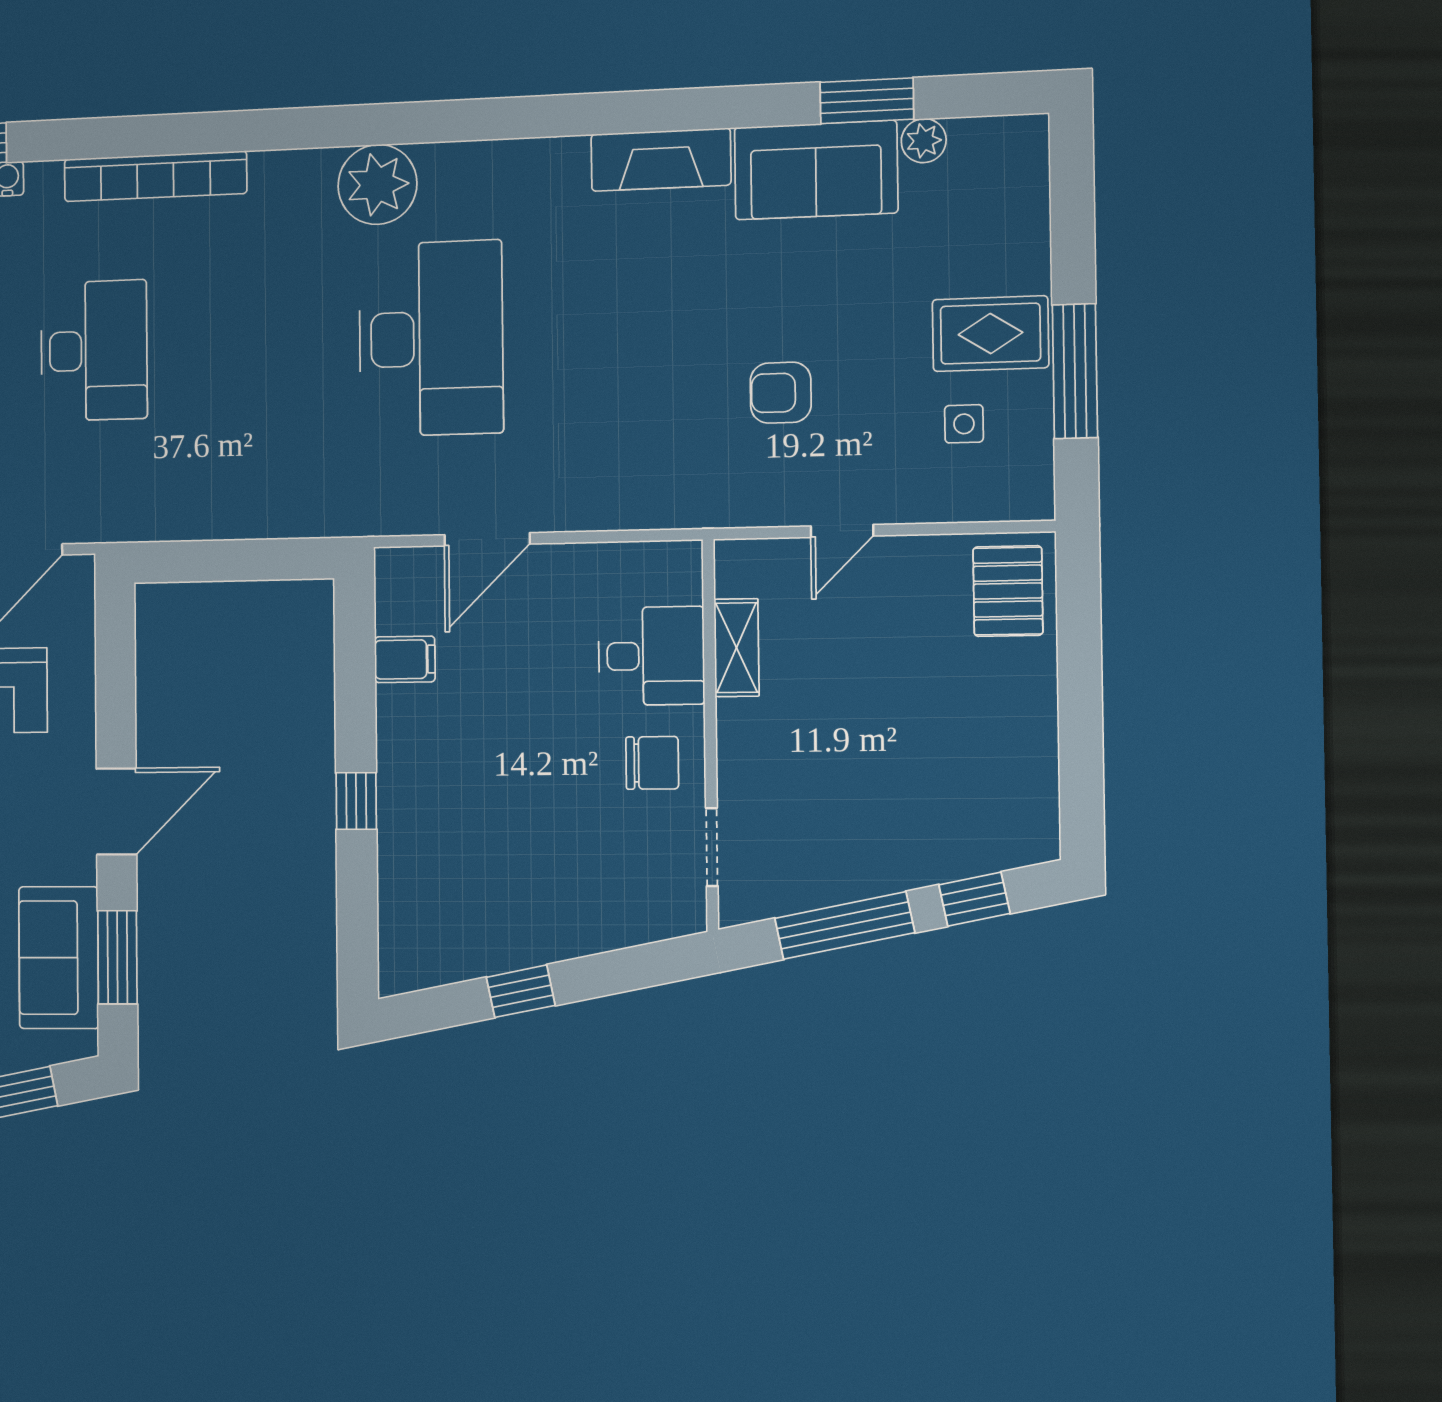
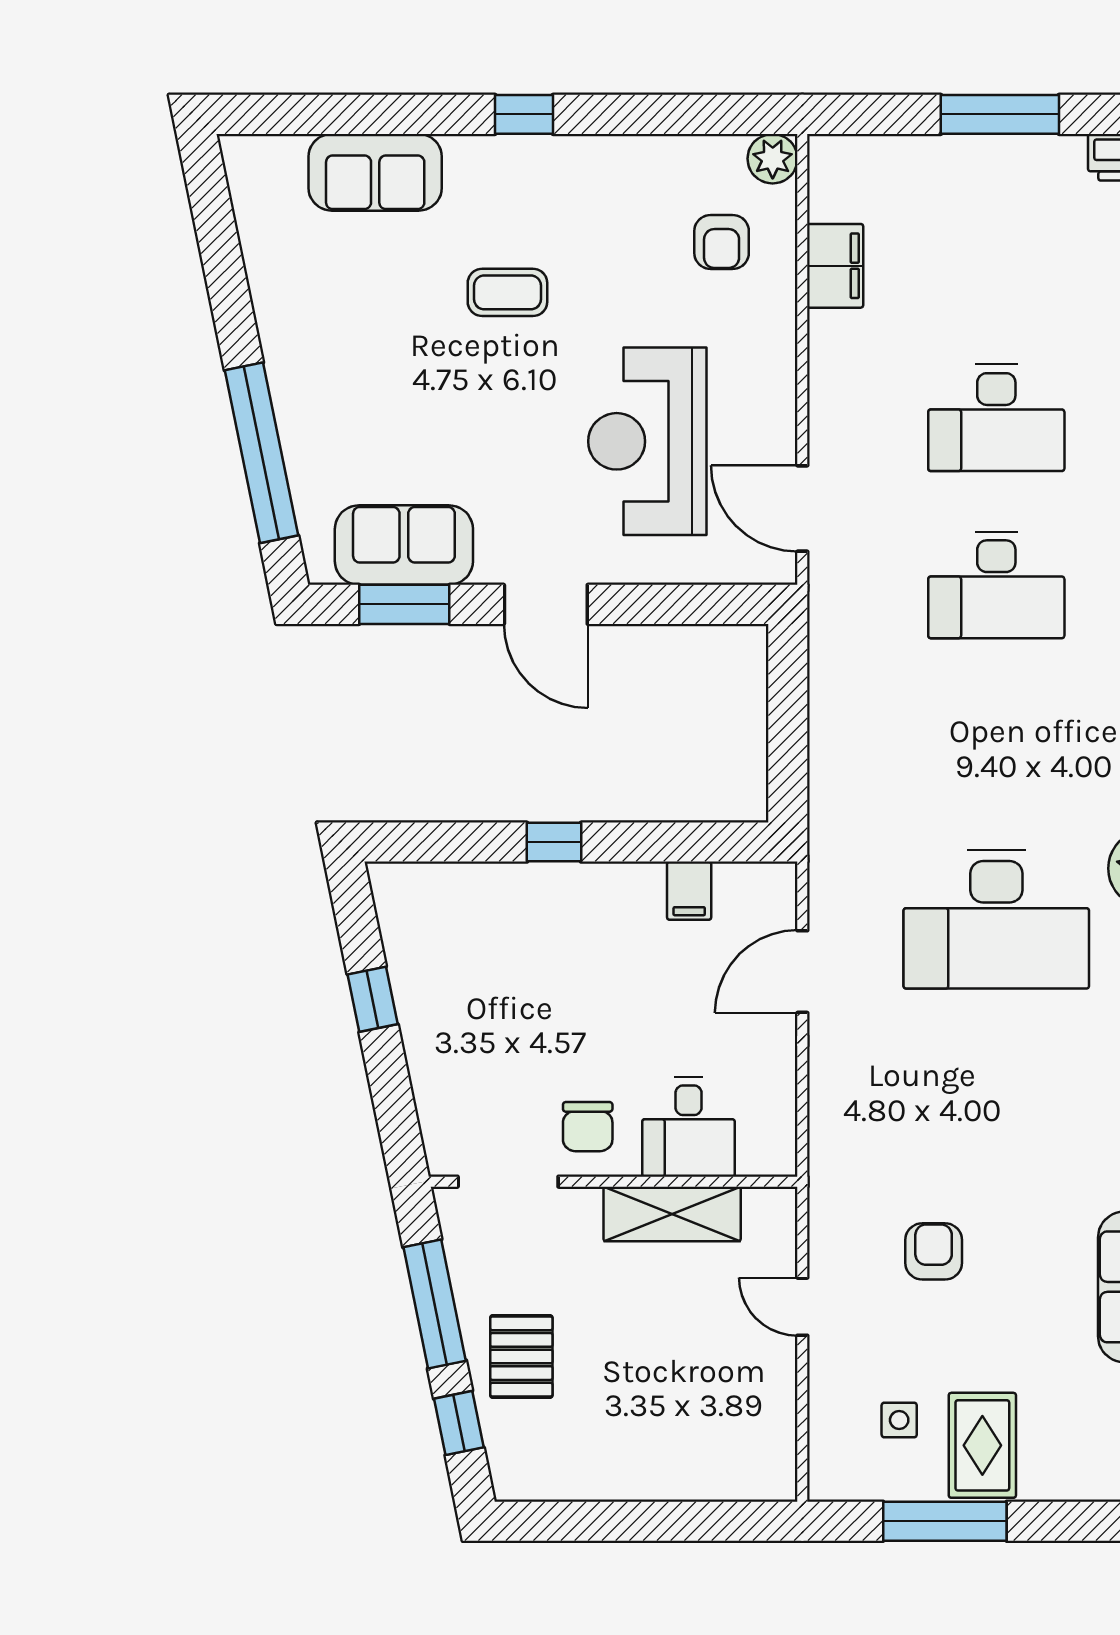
door: (487, 539) -> (802, 972), hinge flipped
pallet: (1008, 591) -> (521, 1356), moved, turned 90
shelving: (736, 648) -> (672, 1214), width x1.50, depth x1.33
doorway: (712, 847) -> (508, 1182), width x1.38

